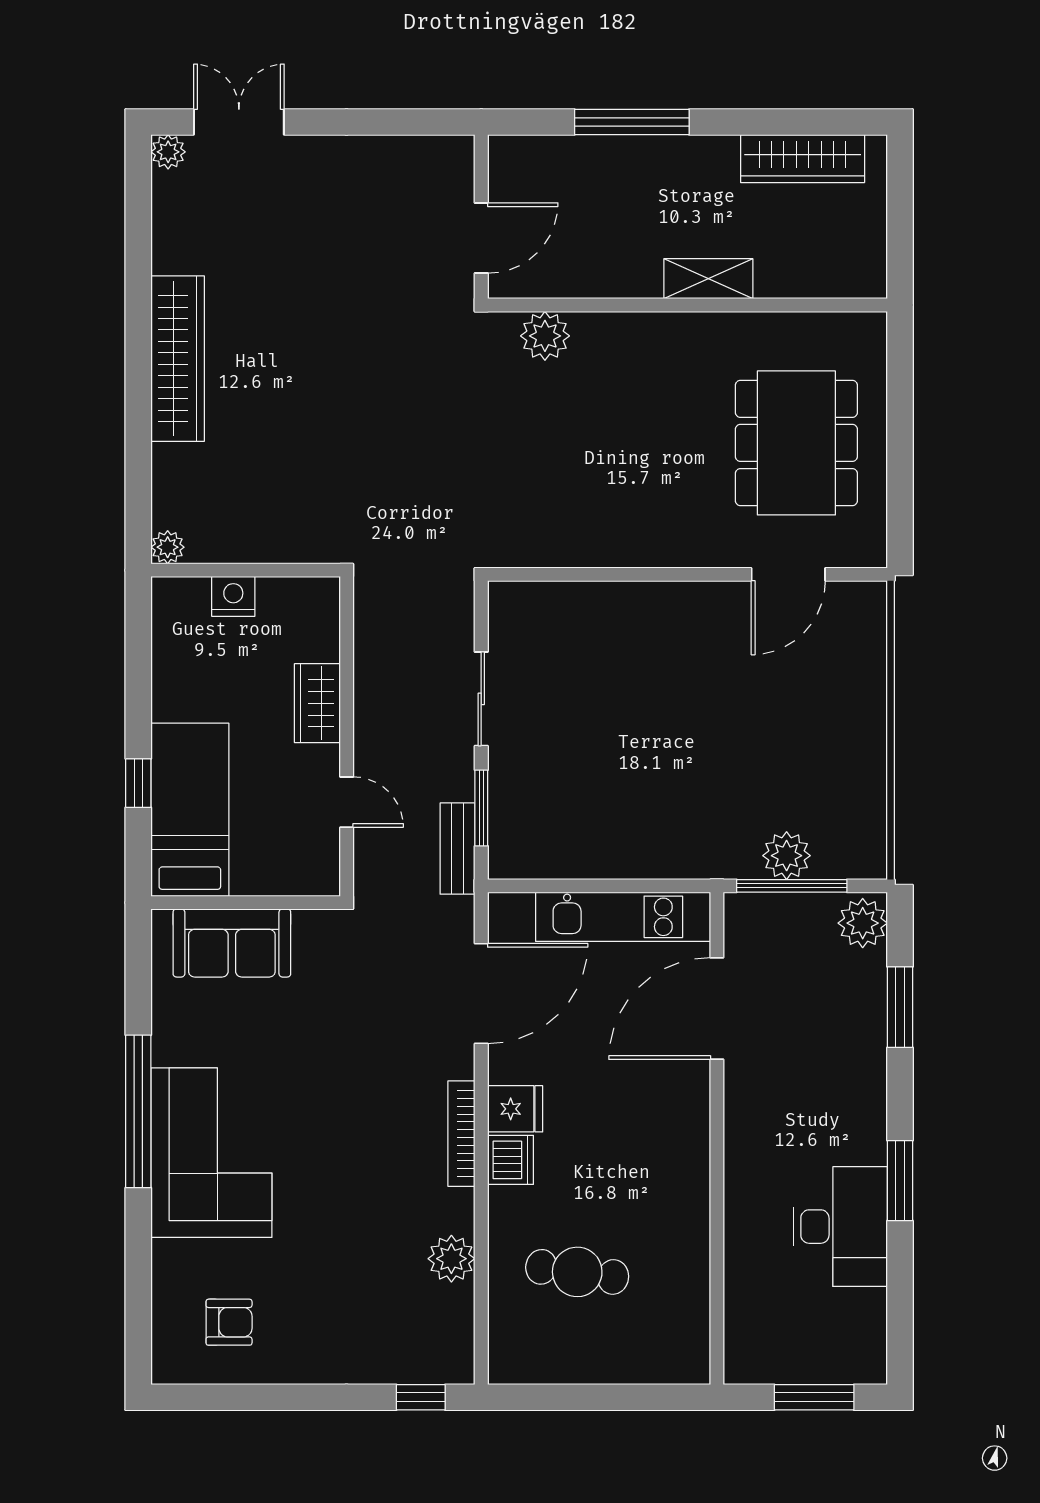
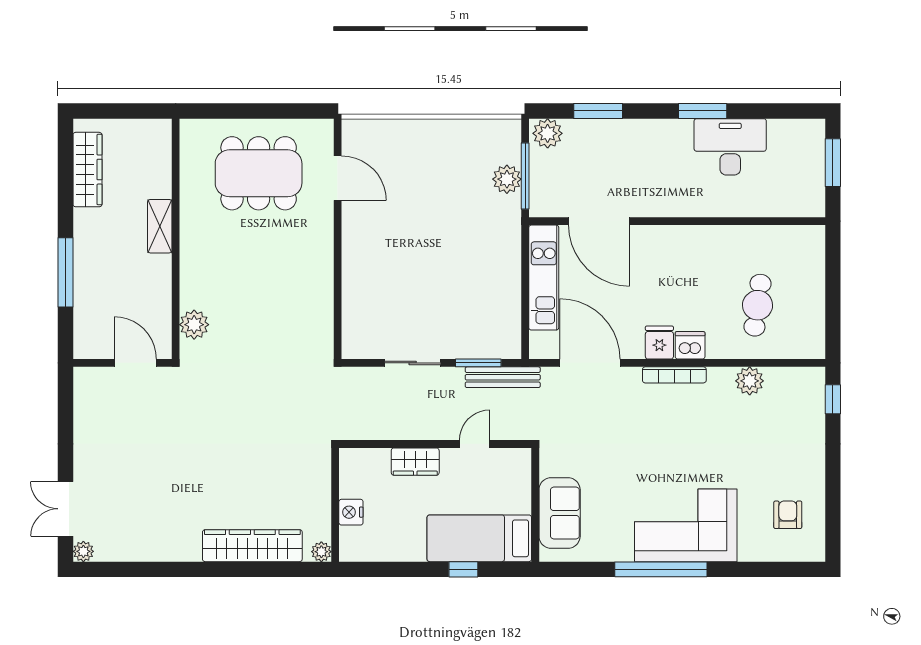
wardrobe: (178, 359) -> (252, 546), moved
bench: (458, 849) -> (503, 377), width x1.36

